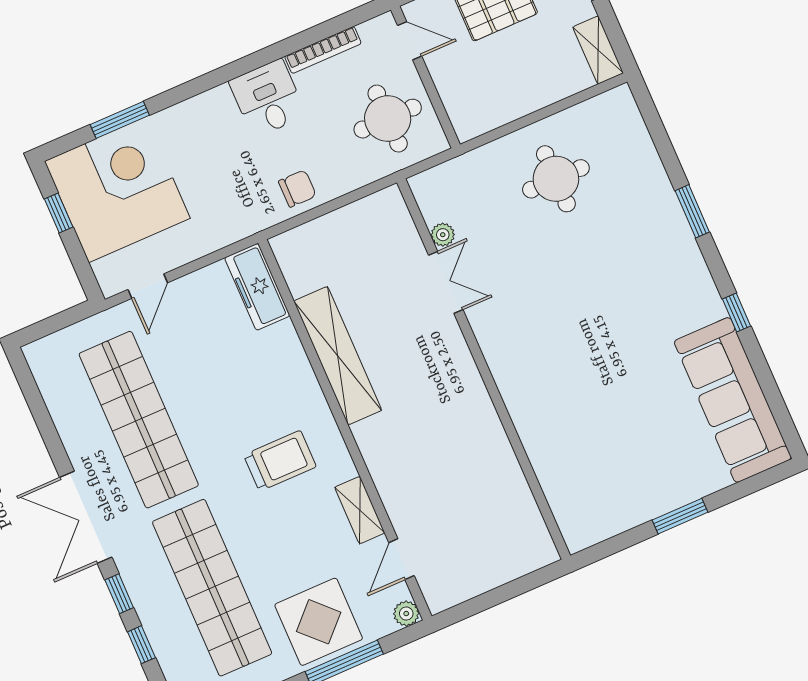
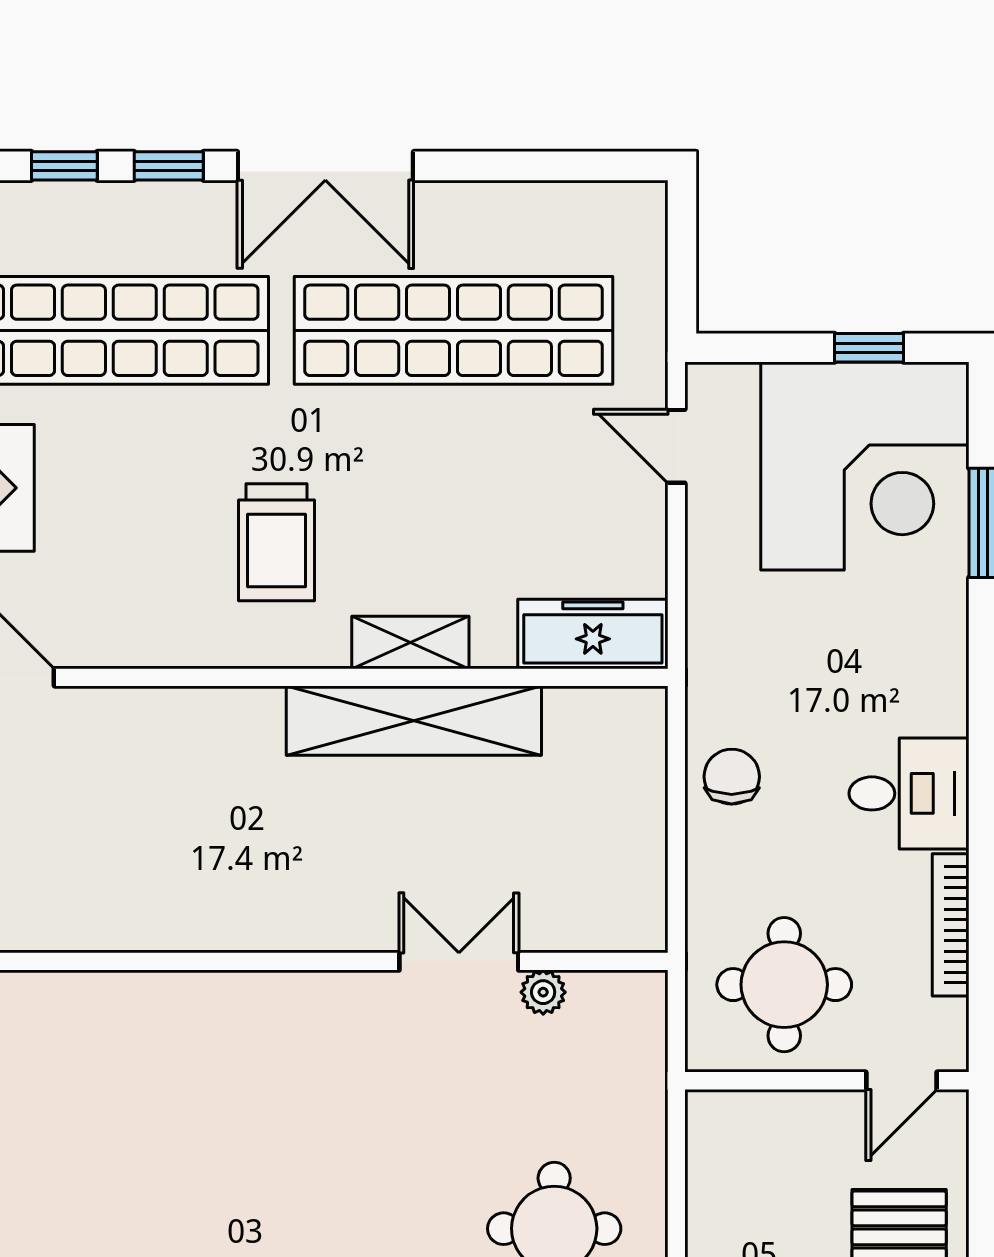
chair: (297, 189) -> (732, 777), turned 180
double door: (446, 282) -> (459, 961), swing flipped
shelving: (360, 510) -> (410, 642), moved
double door: (86, 517) -> (325, 166), swing flipped

